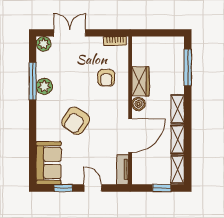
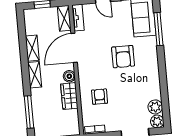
window: (33, 81) -> (159, 29), moved
plant: (44, 86) -> (155, 107), moved
armchair: (76, 121) -> (123, 57), turned 146
shelving: (178, 169) -> (64, 18), moved

